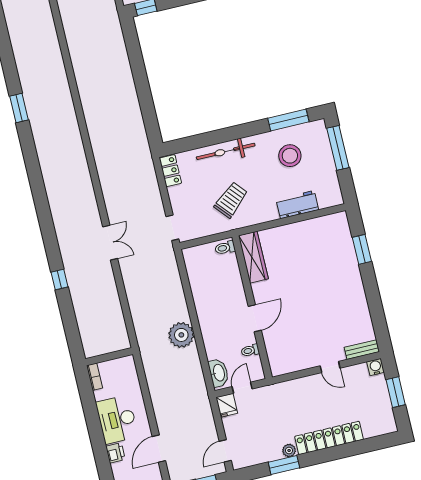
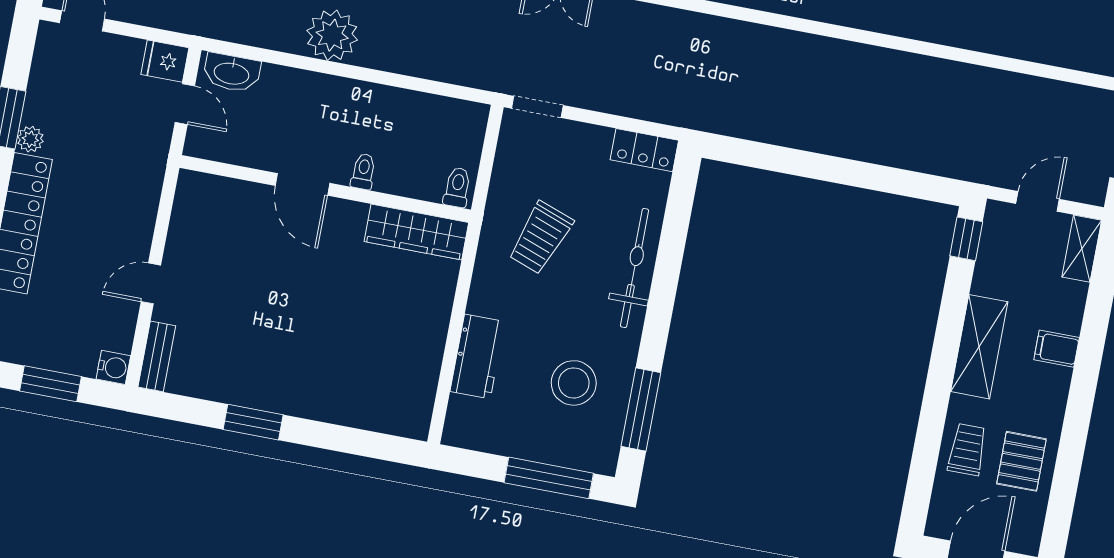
trolley: (231, 200) -> (541, 238), turned 61
window: (362, 249) -> (253, 422), moved
toilet: (250, 350) -> (363, 172), moved

